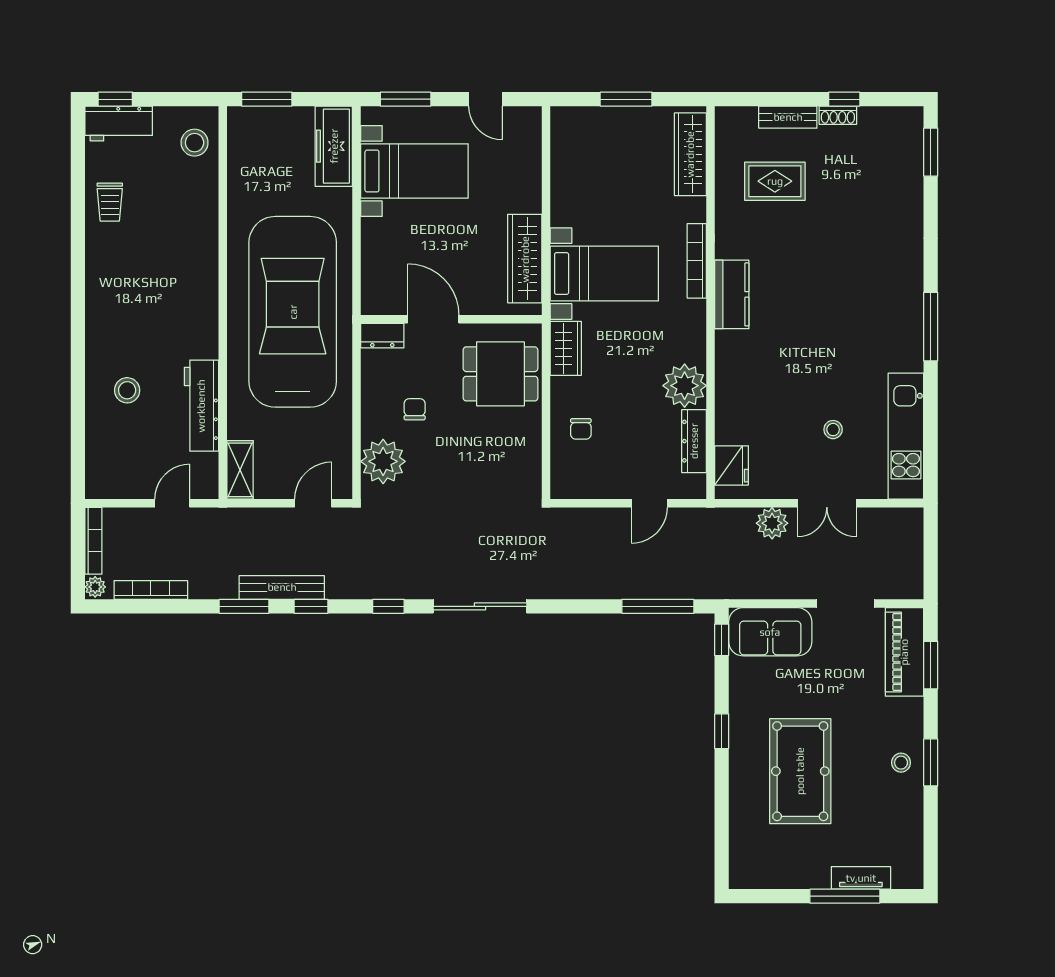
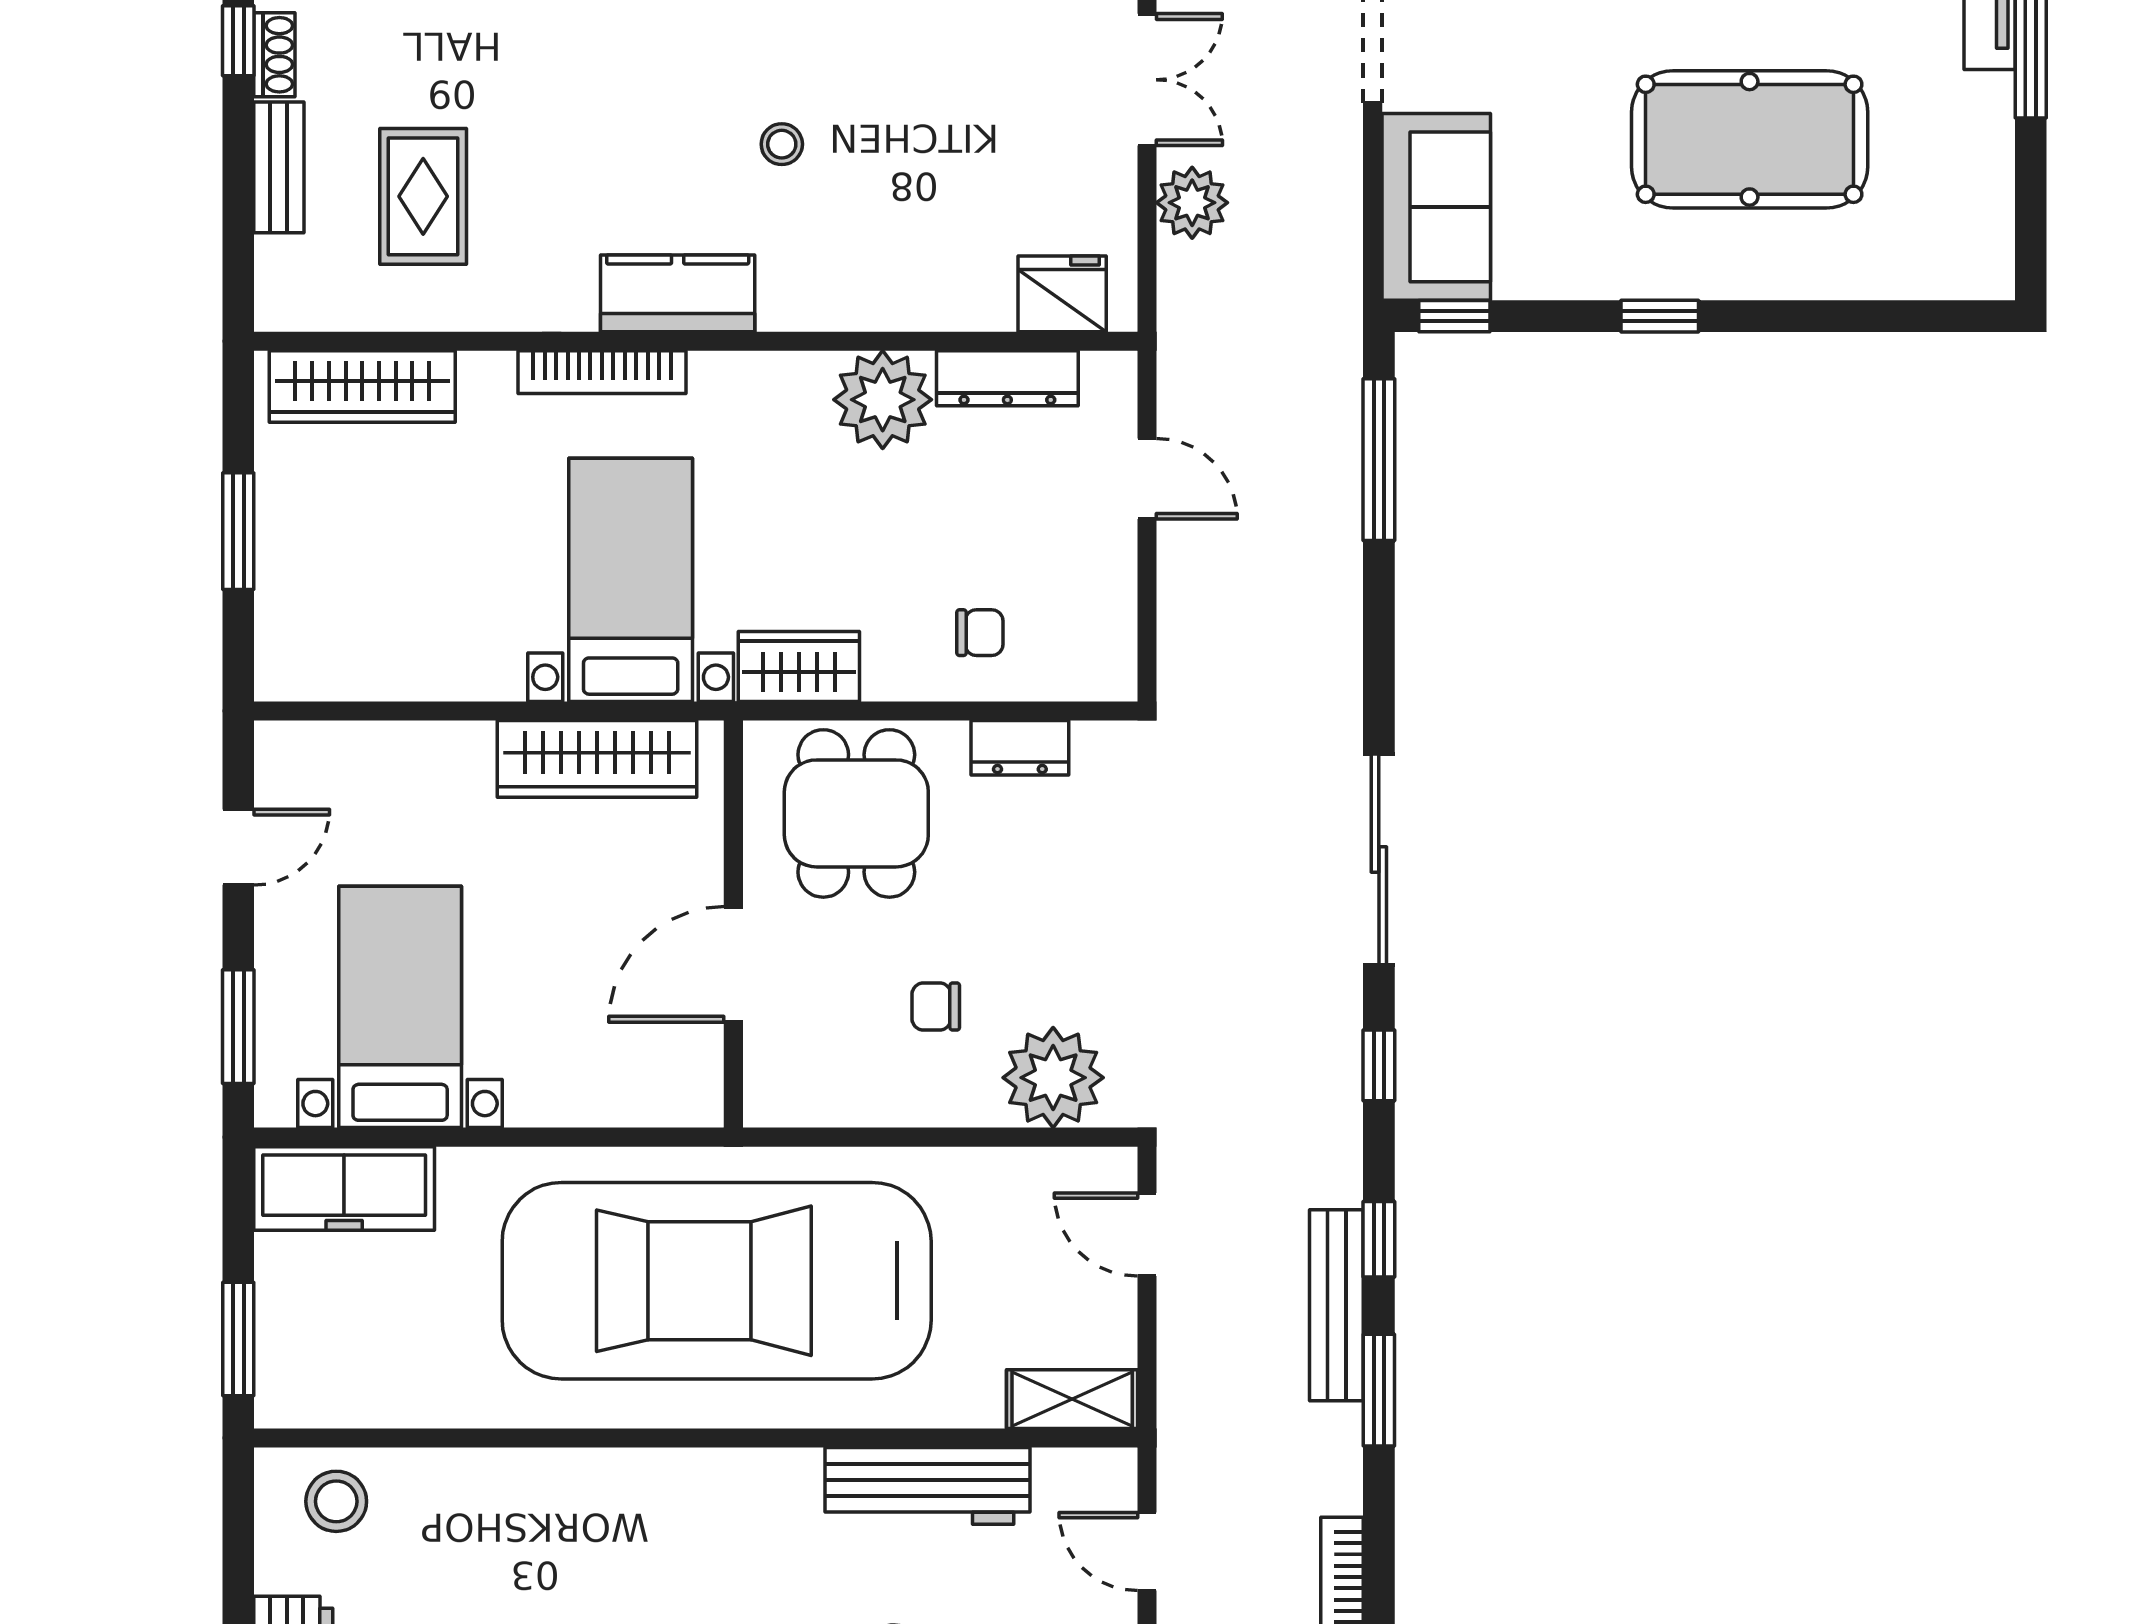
dresser: (382, 336) -> (1020, 748), moved, turned 90
stool: (833, 430) -> (782, 144), moved

